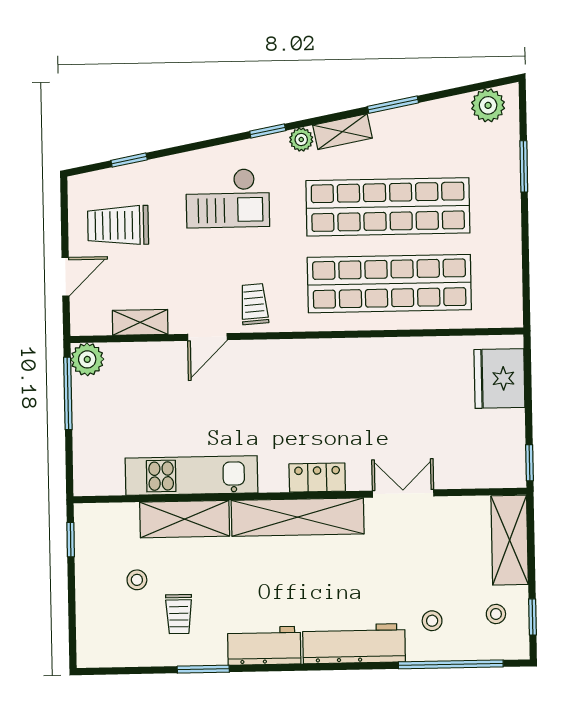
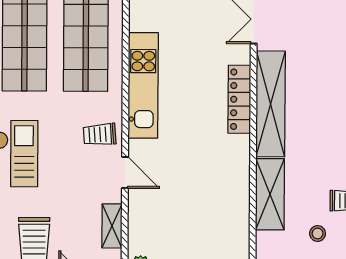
kitchen unit: (191, 475) -> (143, 85), moved, turned 180
locker: (317, 478) -> (239, 99), width x1.53

